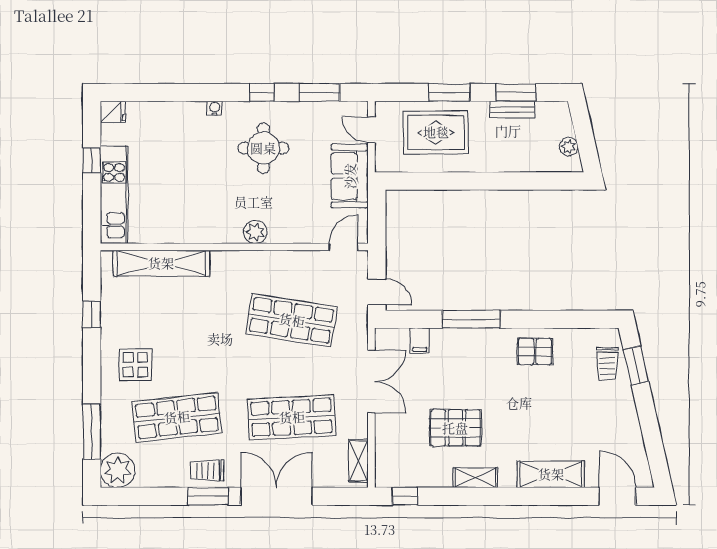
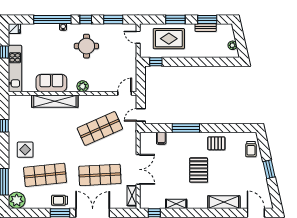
window: (192, 92) -> (52, 19), added
sofa: (350, 176) -> (51, 83), moved, turned 90
window: (409, 181) -> (156, 62), added
shelving: (161, 263) -> (55, 101), moved
door: (377, 292) -> (141, 115), swing flipped
shop shelf: (292, 320) -> (100, 128), turned -33
window: (636, 366) -> (269, 169), moved
double door: (371, 382) -> (138, 169), moved
pallet: (455, 428) -> (199, 170), moved, turned 90
shelving: (475, 478) -> (176, 204), moved

